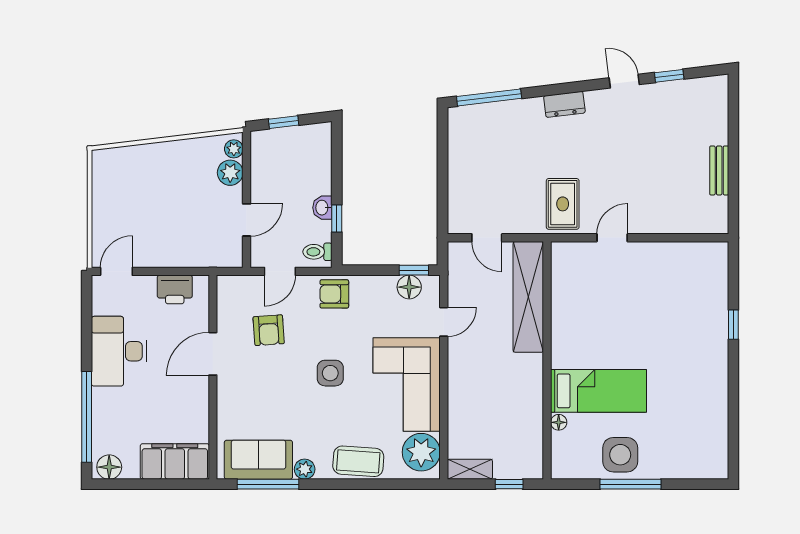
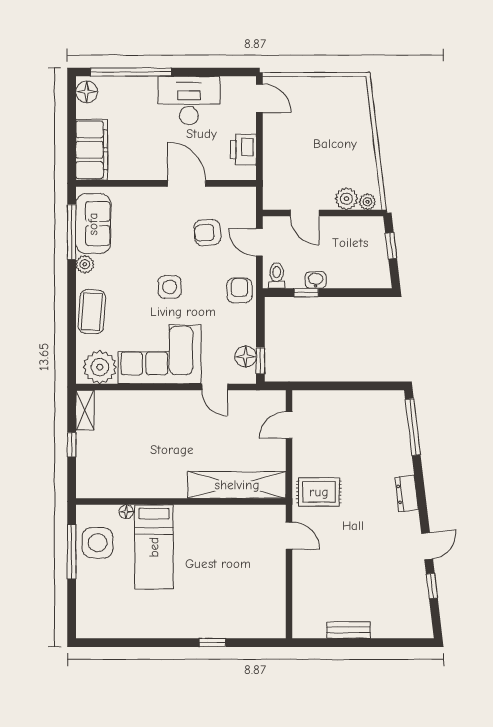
shelving: (528, 297) -> (237, 485), moved
wall: (547, 360) -> (181, 502), moved
bed: (599, 391) -> (154, 547), moved
floor lamp: (559, 422) -> (126, 512), moved

